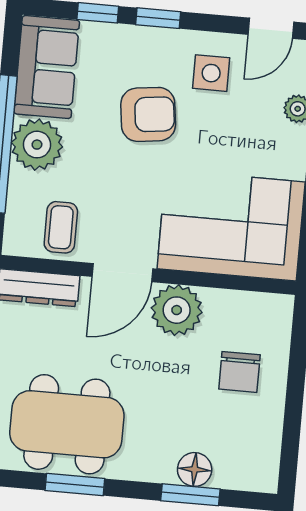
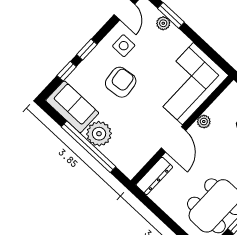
coffee table: (61, 227) -> (138, 149), removed
plant: (177, 310) -> (204, 122), width x0.53, depth x0.53

